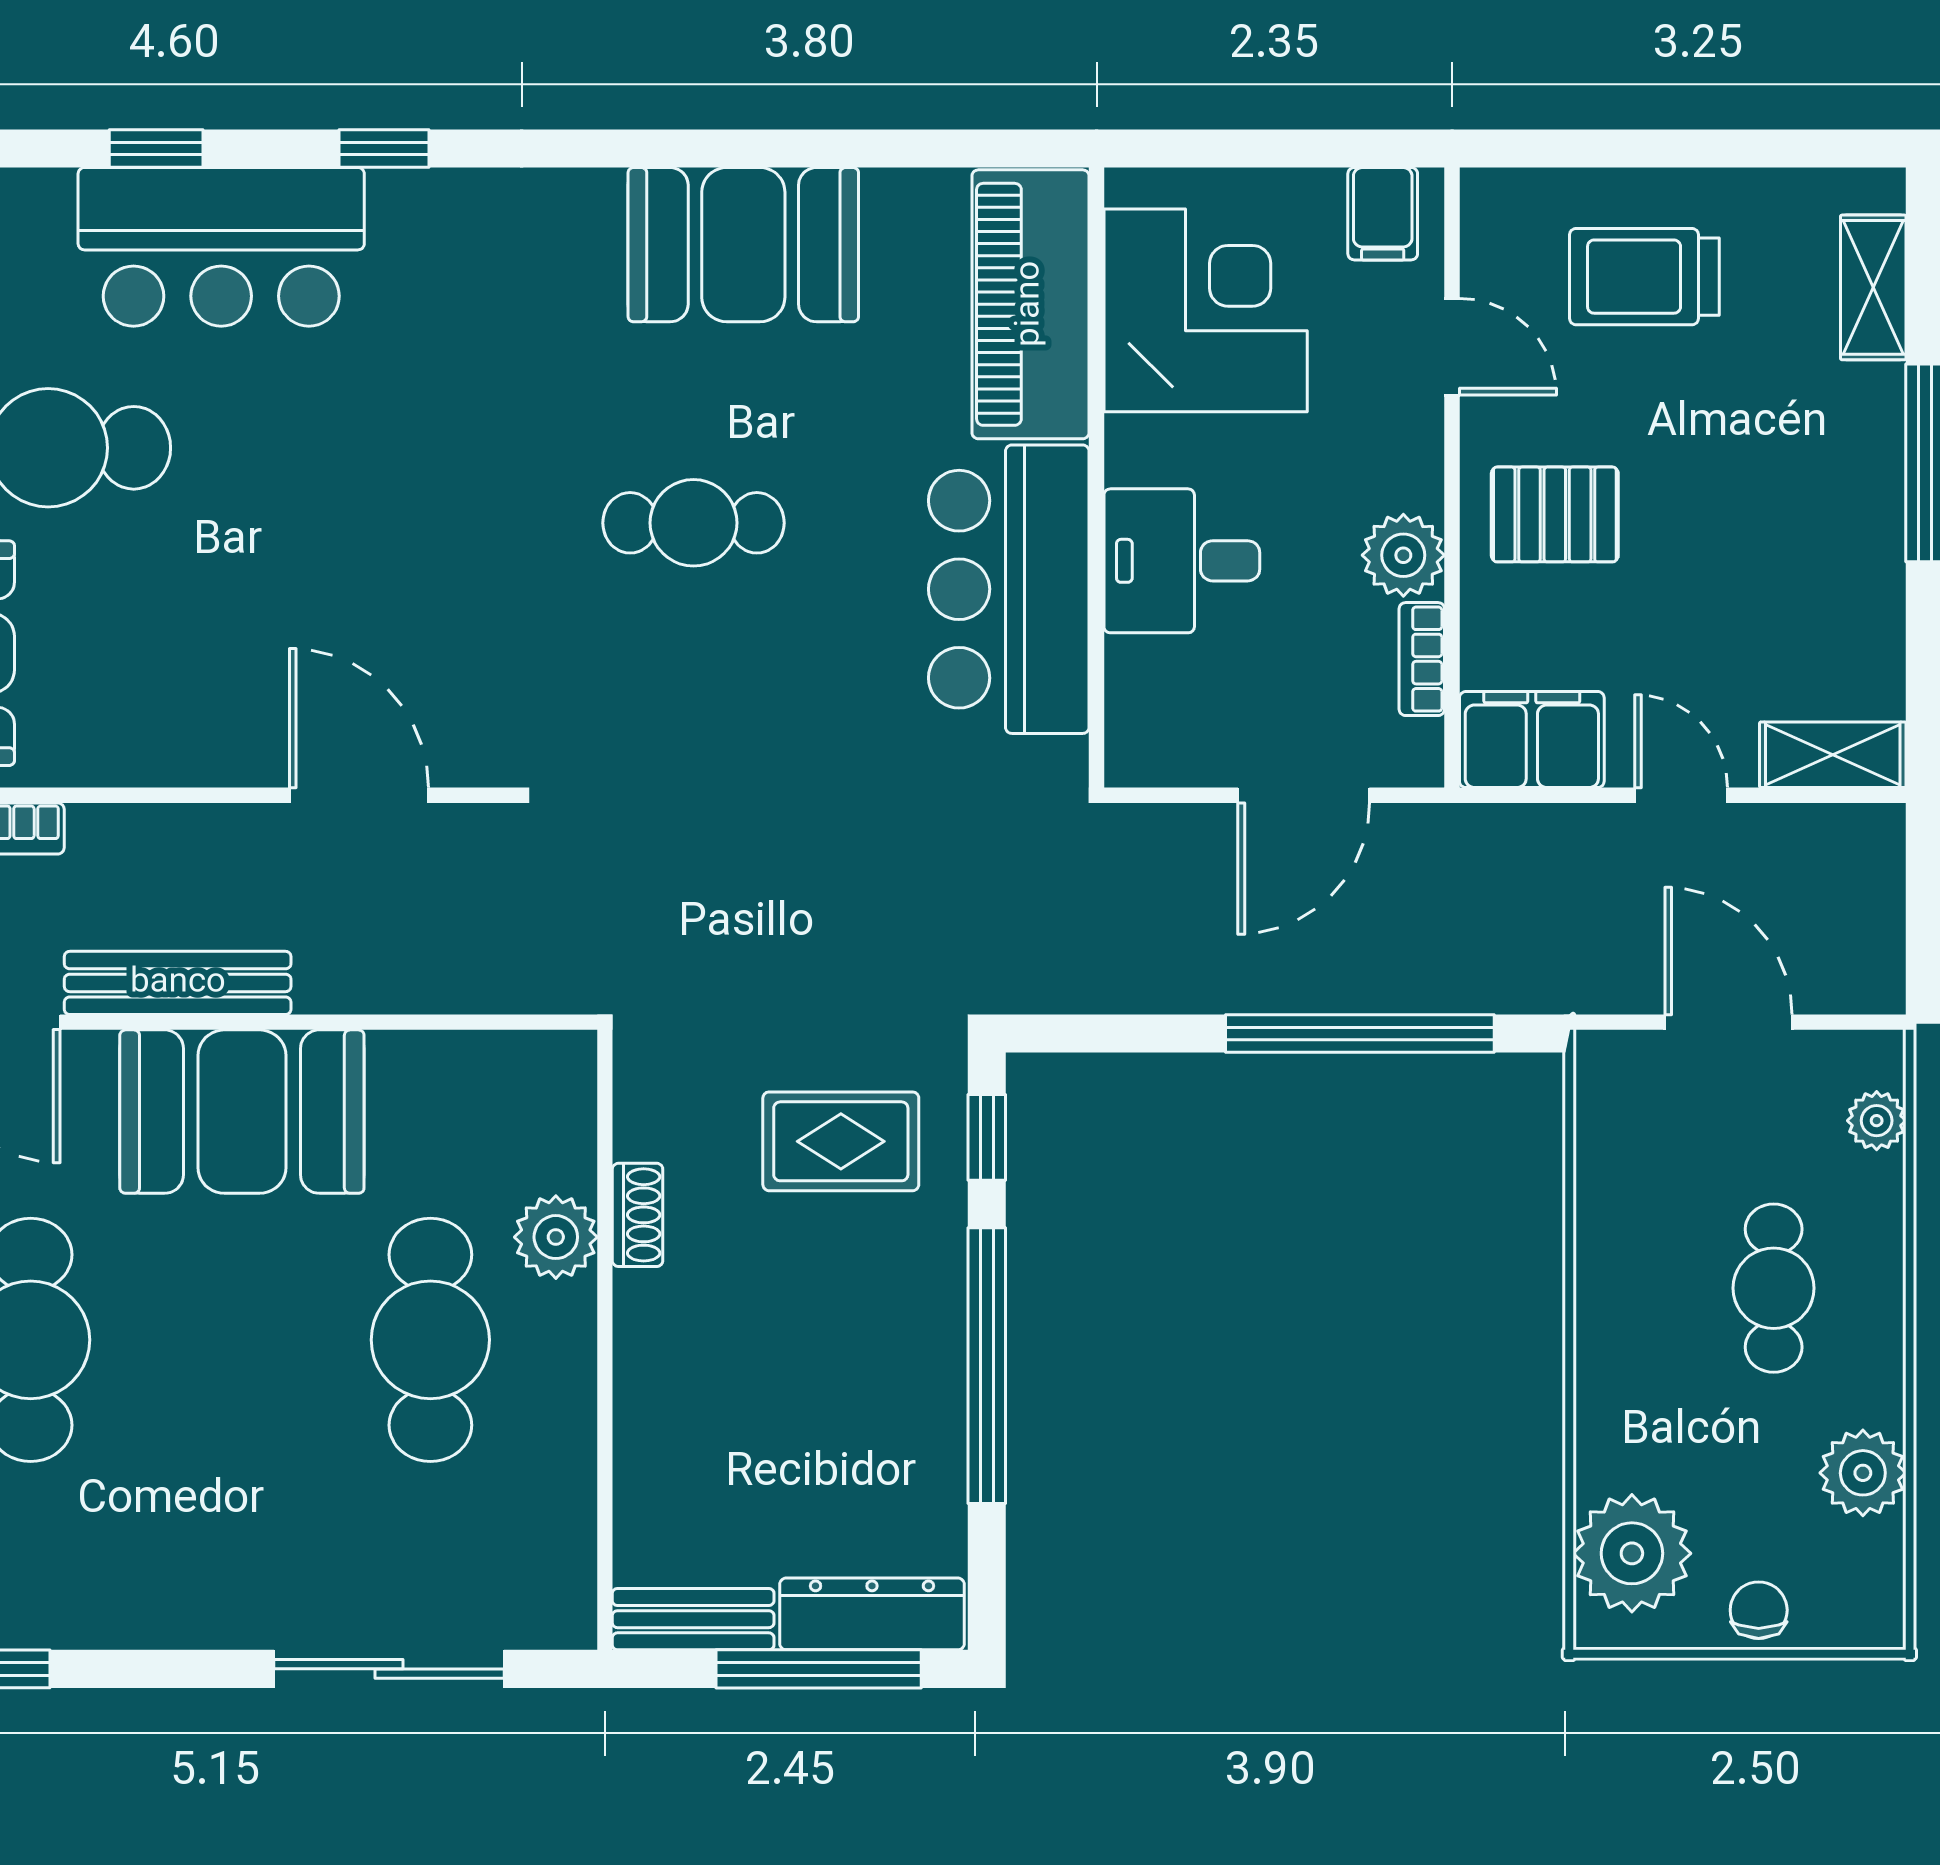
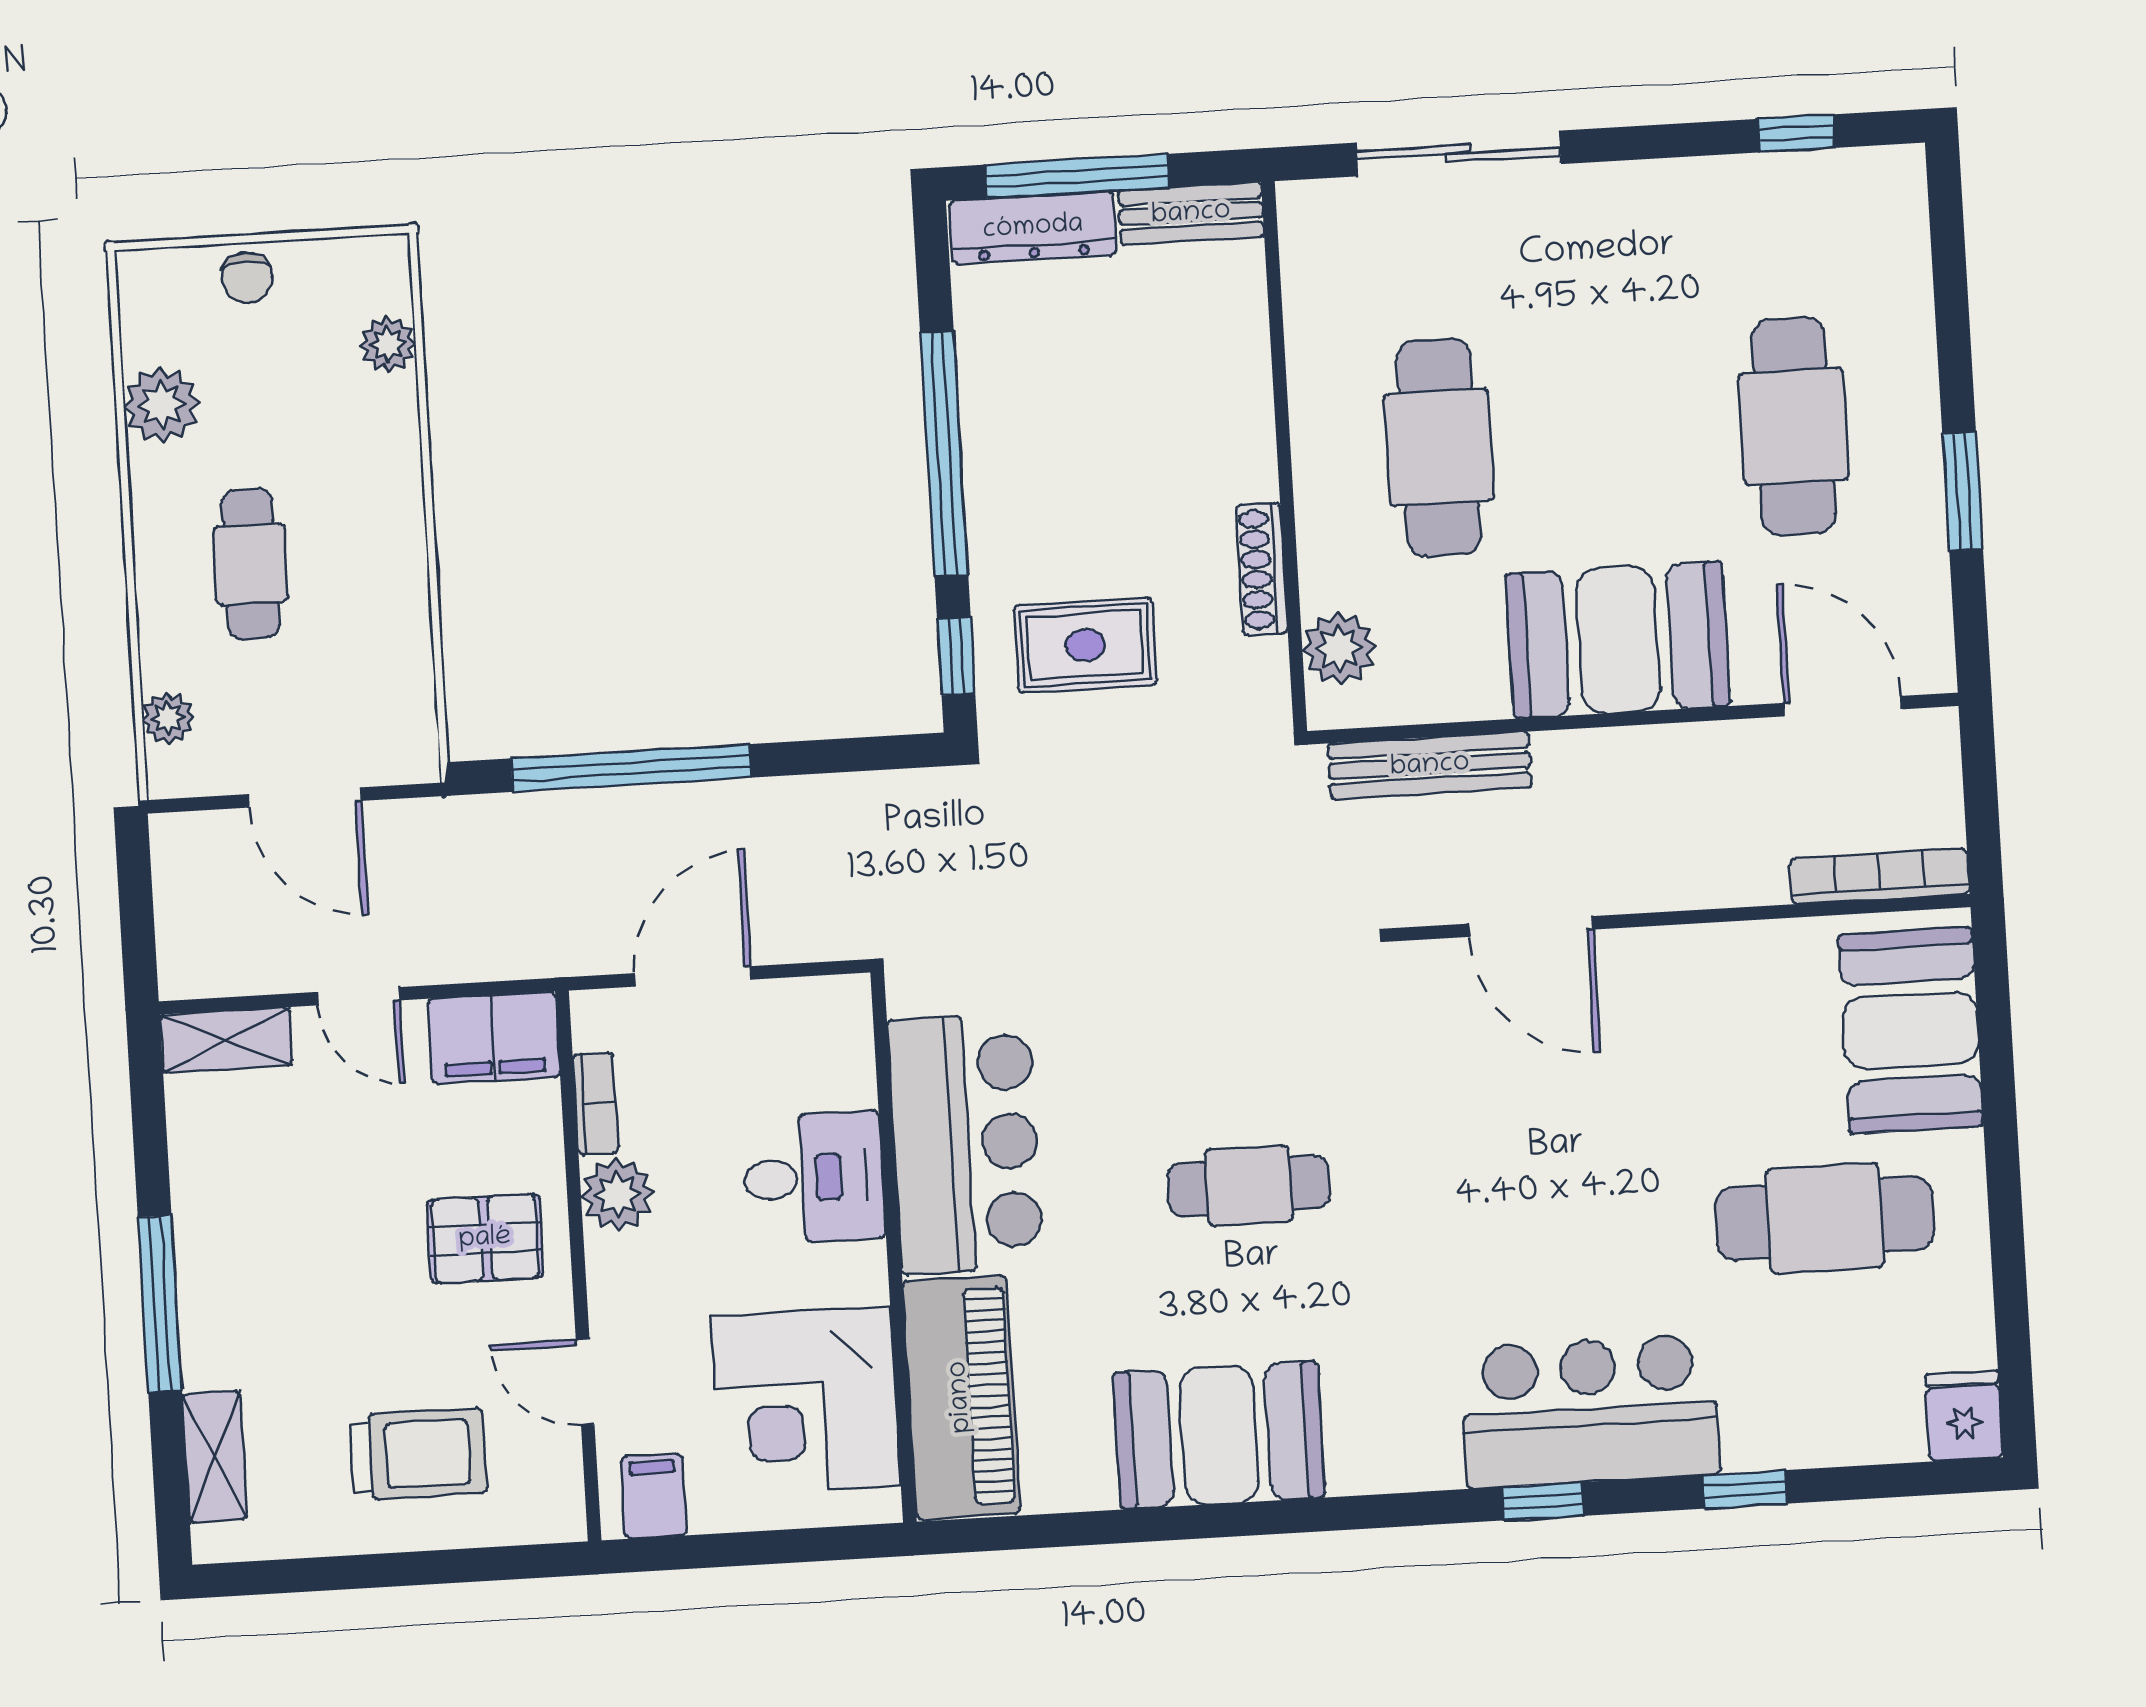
bar counter: (221, 247) -> (1590, 1411), moved
bench: (178, 983) -> (1430, 766), moved
shoe rack: (638, 1215) -> (1262, 569), width x1.43
plant: (556, 1237) -> (1339, 648), moved
plant: (1632, 1553) -> (388, 344), width x0.53, depth x0.53

